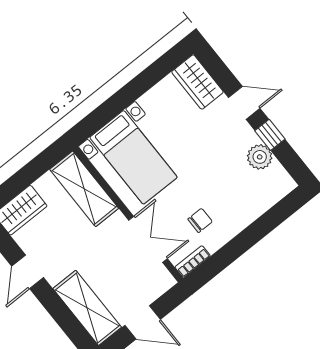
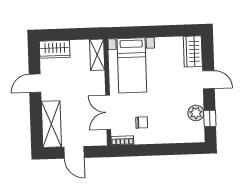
window: (270, 135) -> (210, 118), moved
shelving: (84, 189) -> (97, 55), width x0.67, depth x0.75
double door: (148, 239) -> (108, 112), swing flipped

